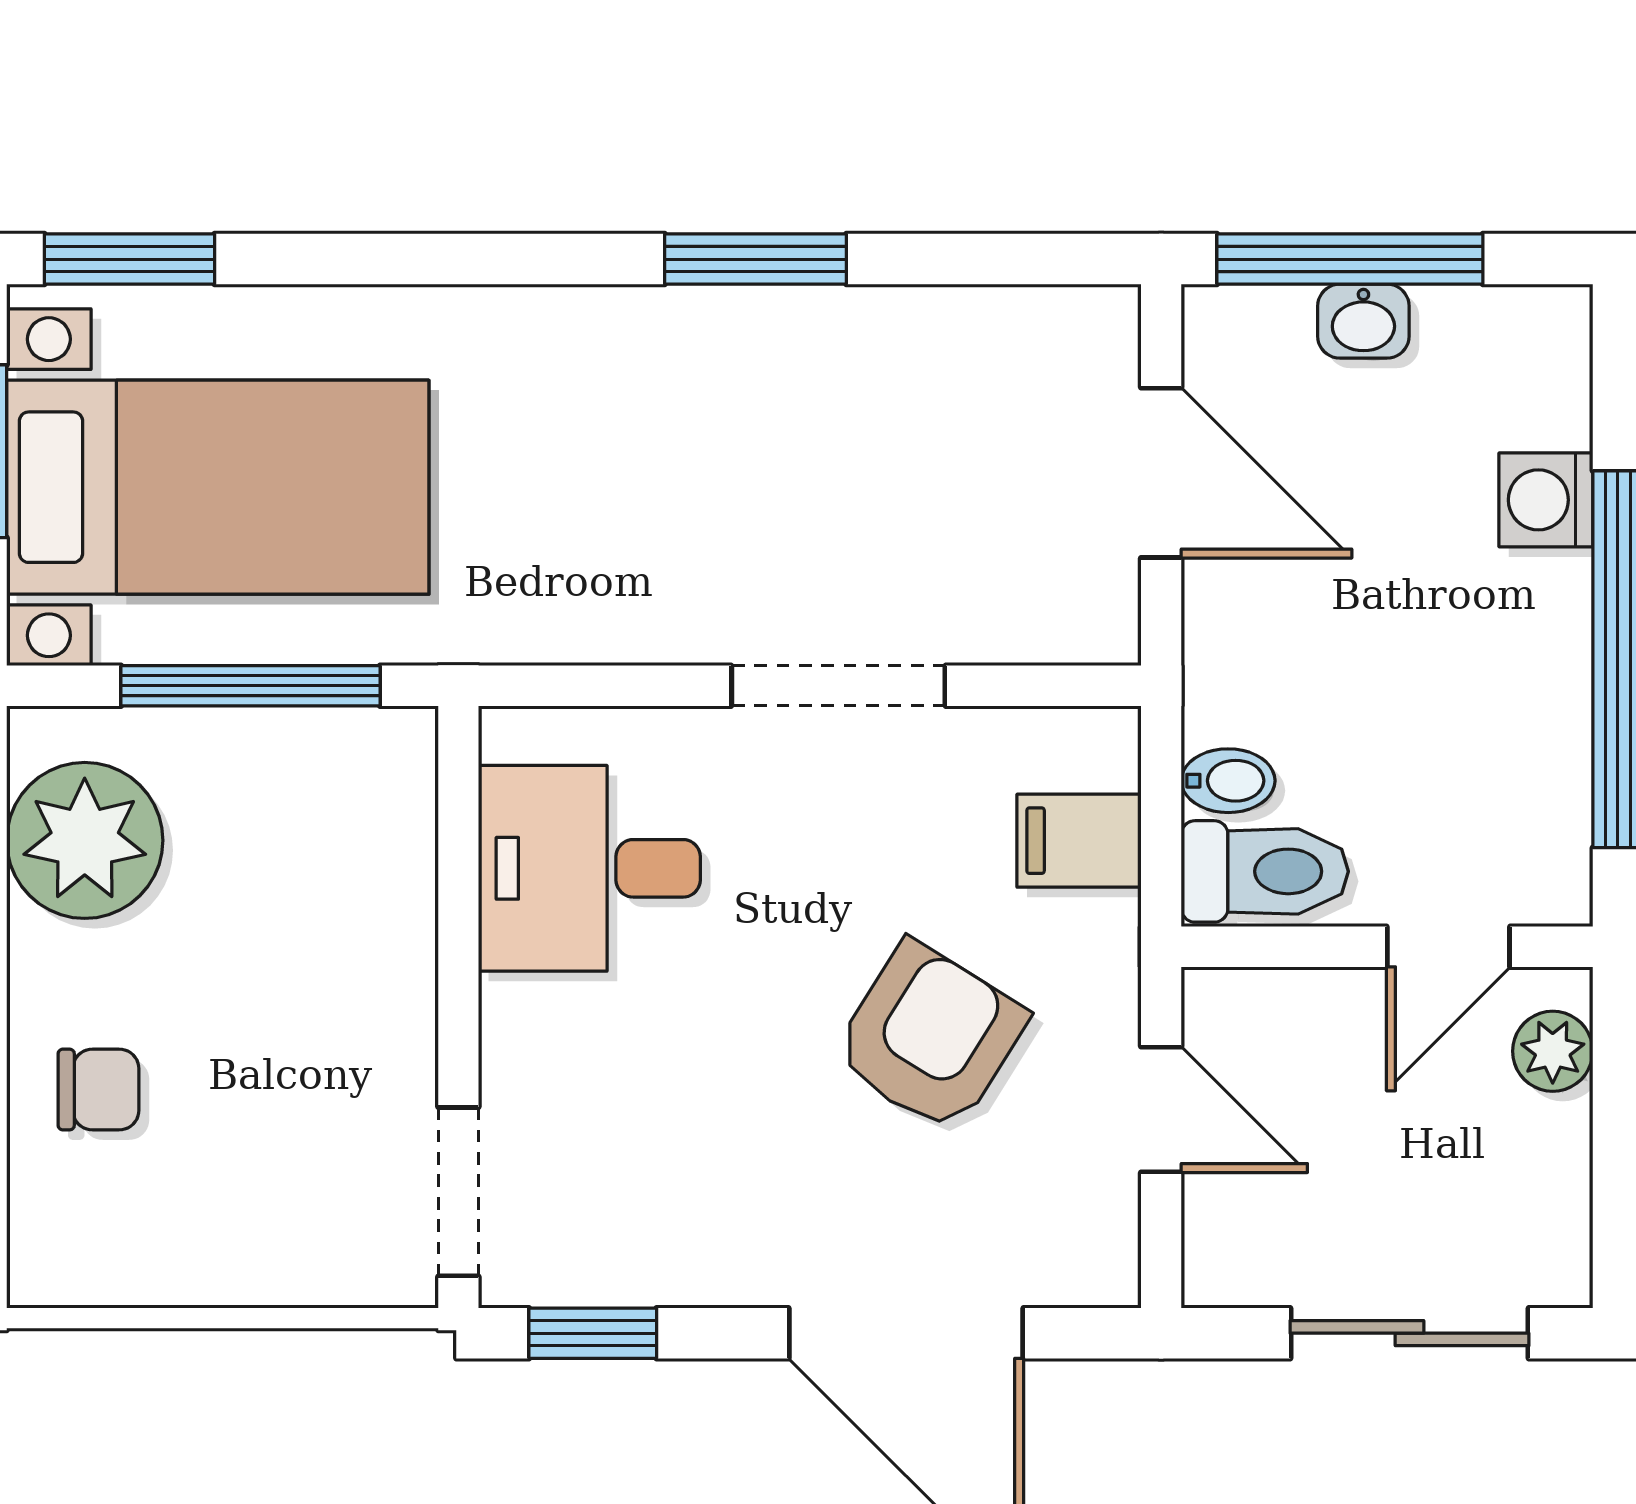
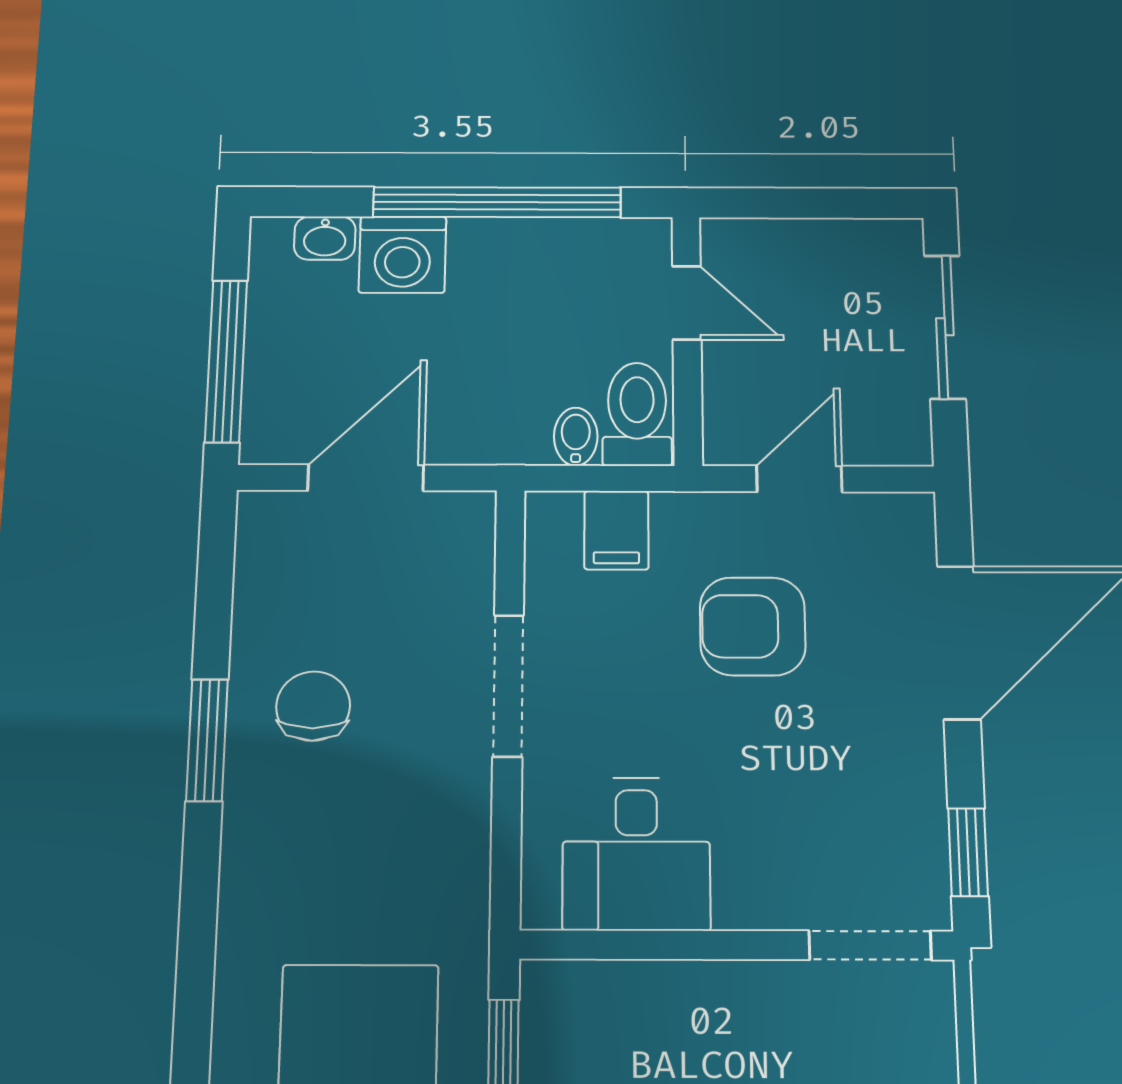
washbasin: (1363, 321) -> (325, 238), moved, turned 90
chair: (807, 408) -> (313, 706), added
washing machine: (1546, 500) -> (402, 255), width x1.38, depth x1.38
armchair: (930, 1037) -> (753, 626), turned -32
plant: (1553, 1051) -> (755, 241), removed

